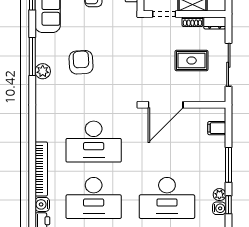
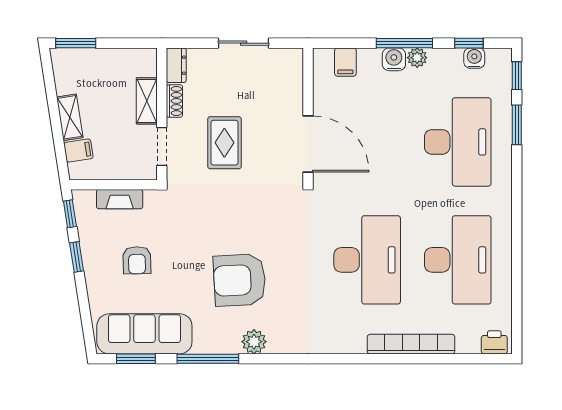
window: (32, 56) -> (208, 359), moved
rug: (192, 61) -> (224, 143), moved
armchair: (81, 62) -> (240, 280), width x1.36, depth x1.36
sliding door: (228, 65) -> (244, 43), width x0.73
plant: (219, 195) -> (417, 58), moved
water cooler: (42, 204) -> (394, 59), moved, turned 180

